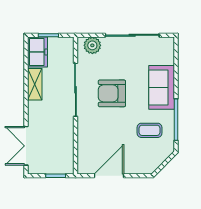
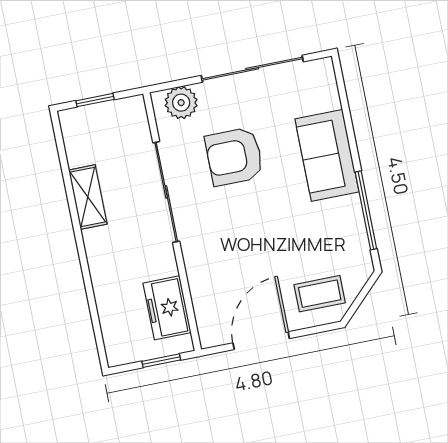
freezer: (37, 52) -> (167, 308), moved, turned 180
armchair: (112, 93) -> (234, 157), moved
coffee table: (150, 130) -> (320, 294), moved
double door: (26, 146) -> (94, 316), removed

